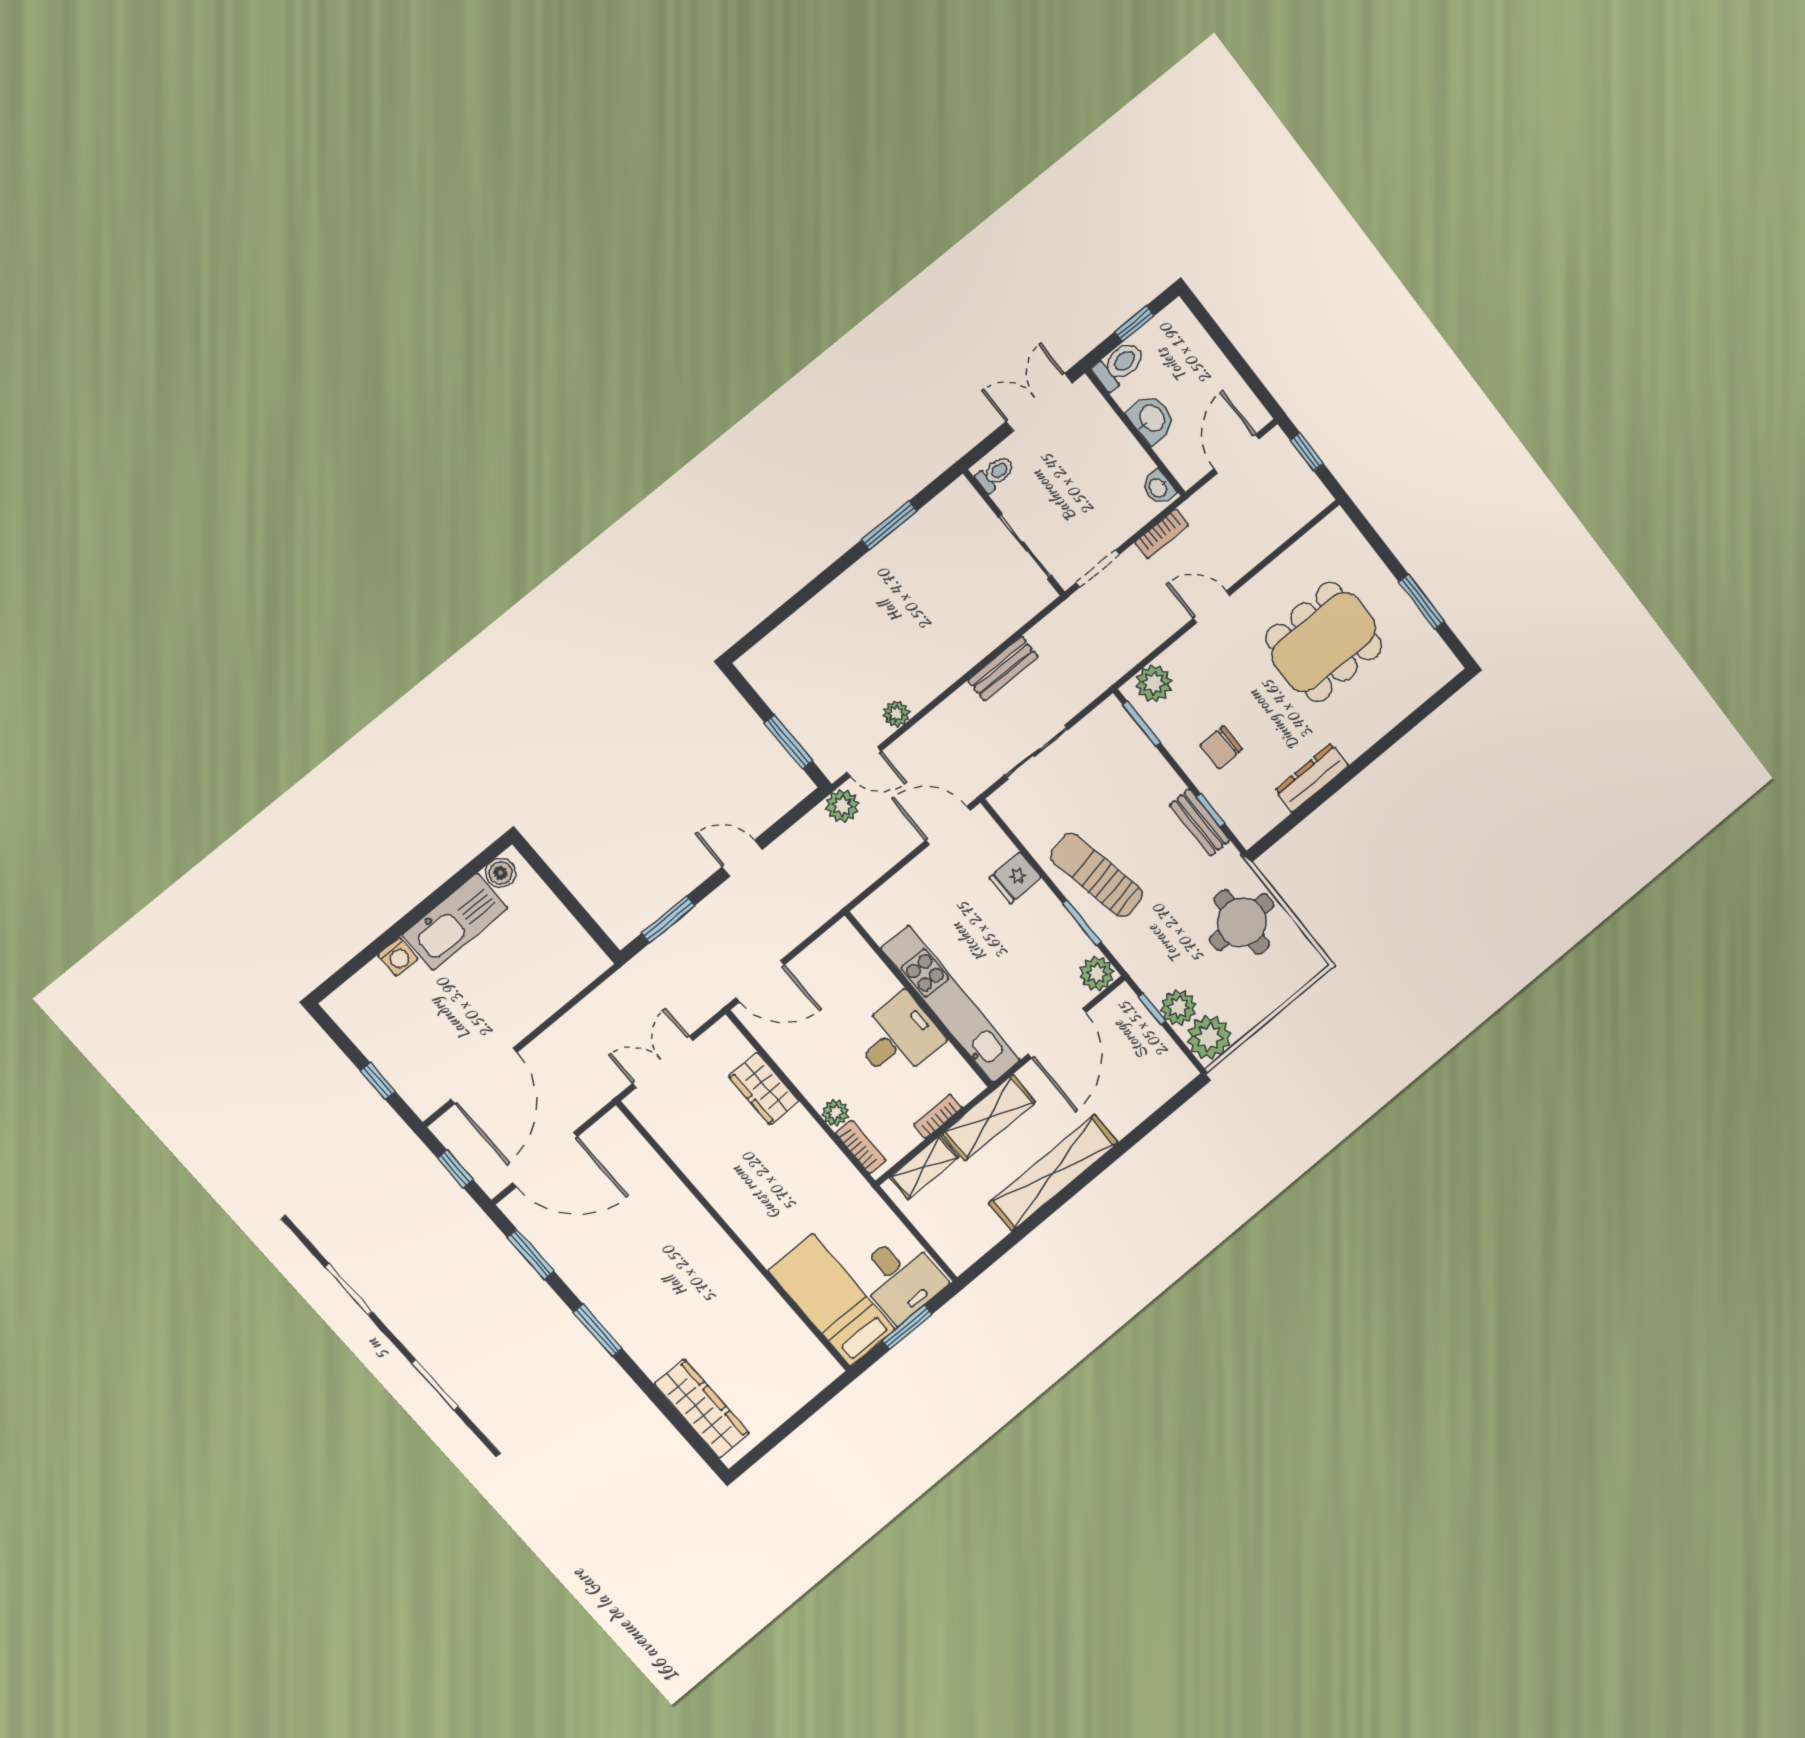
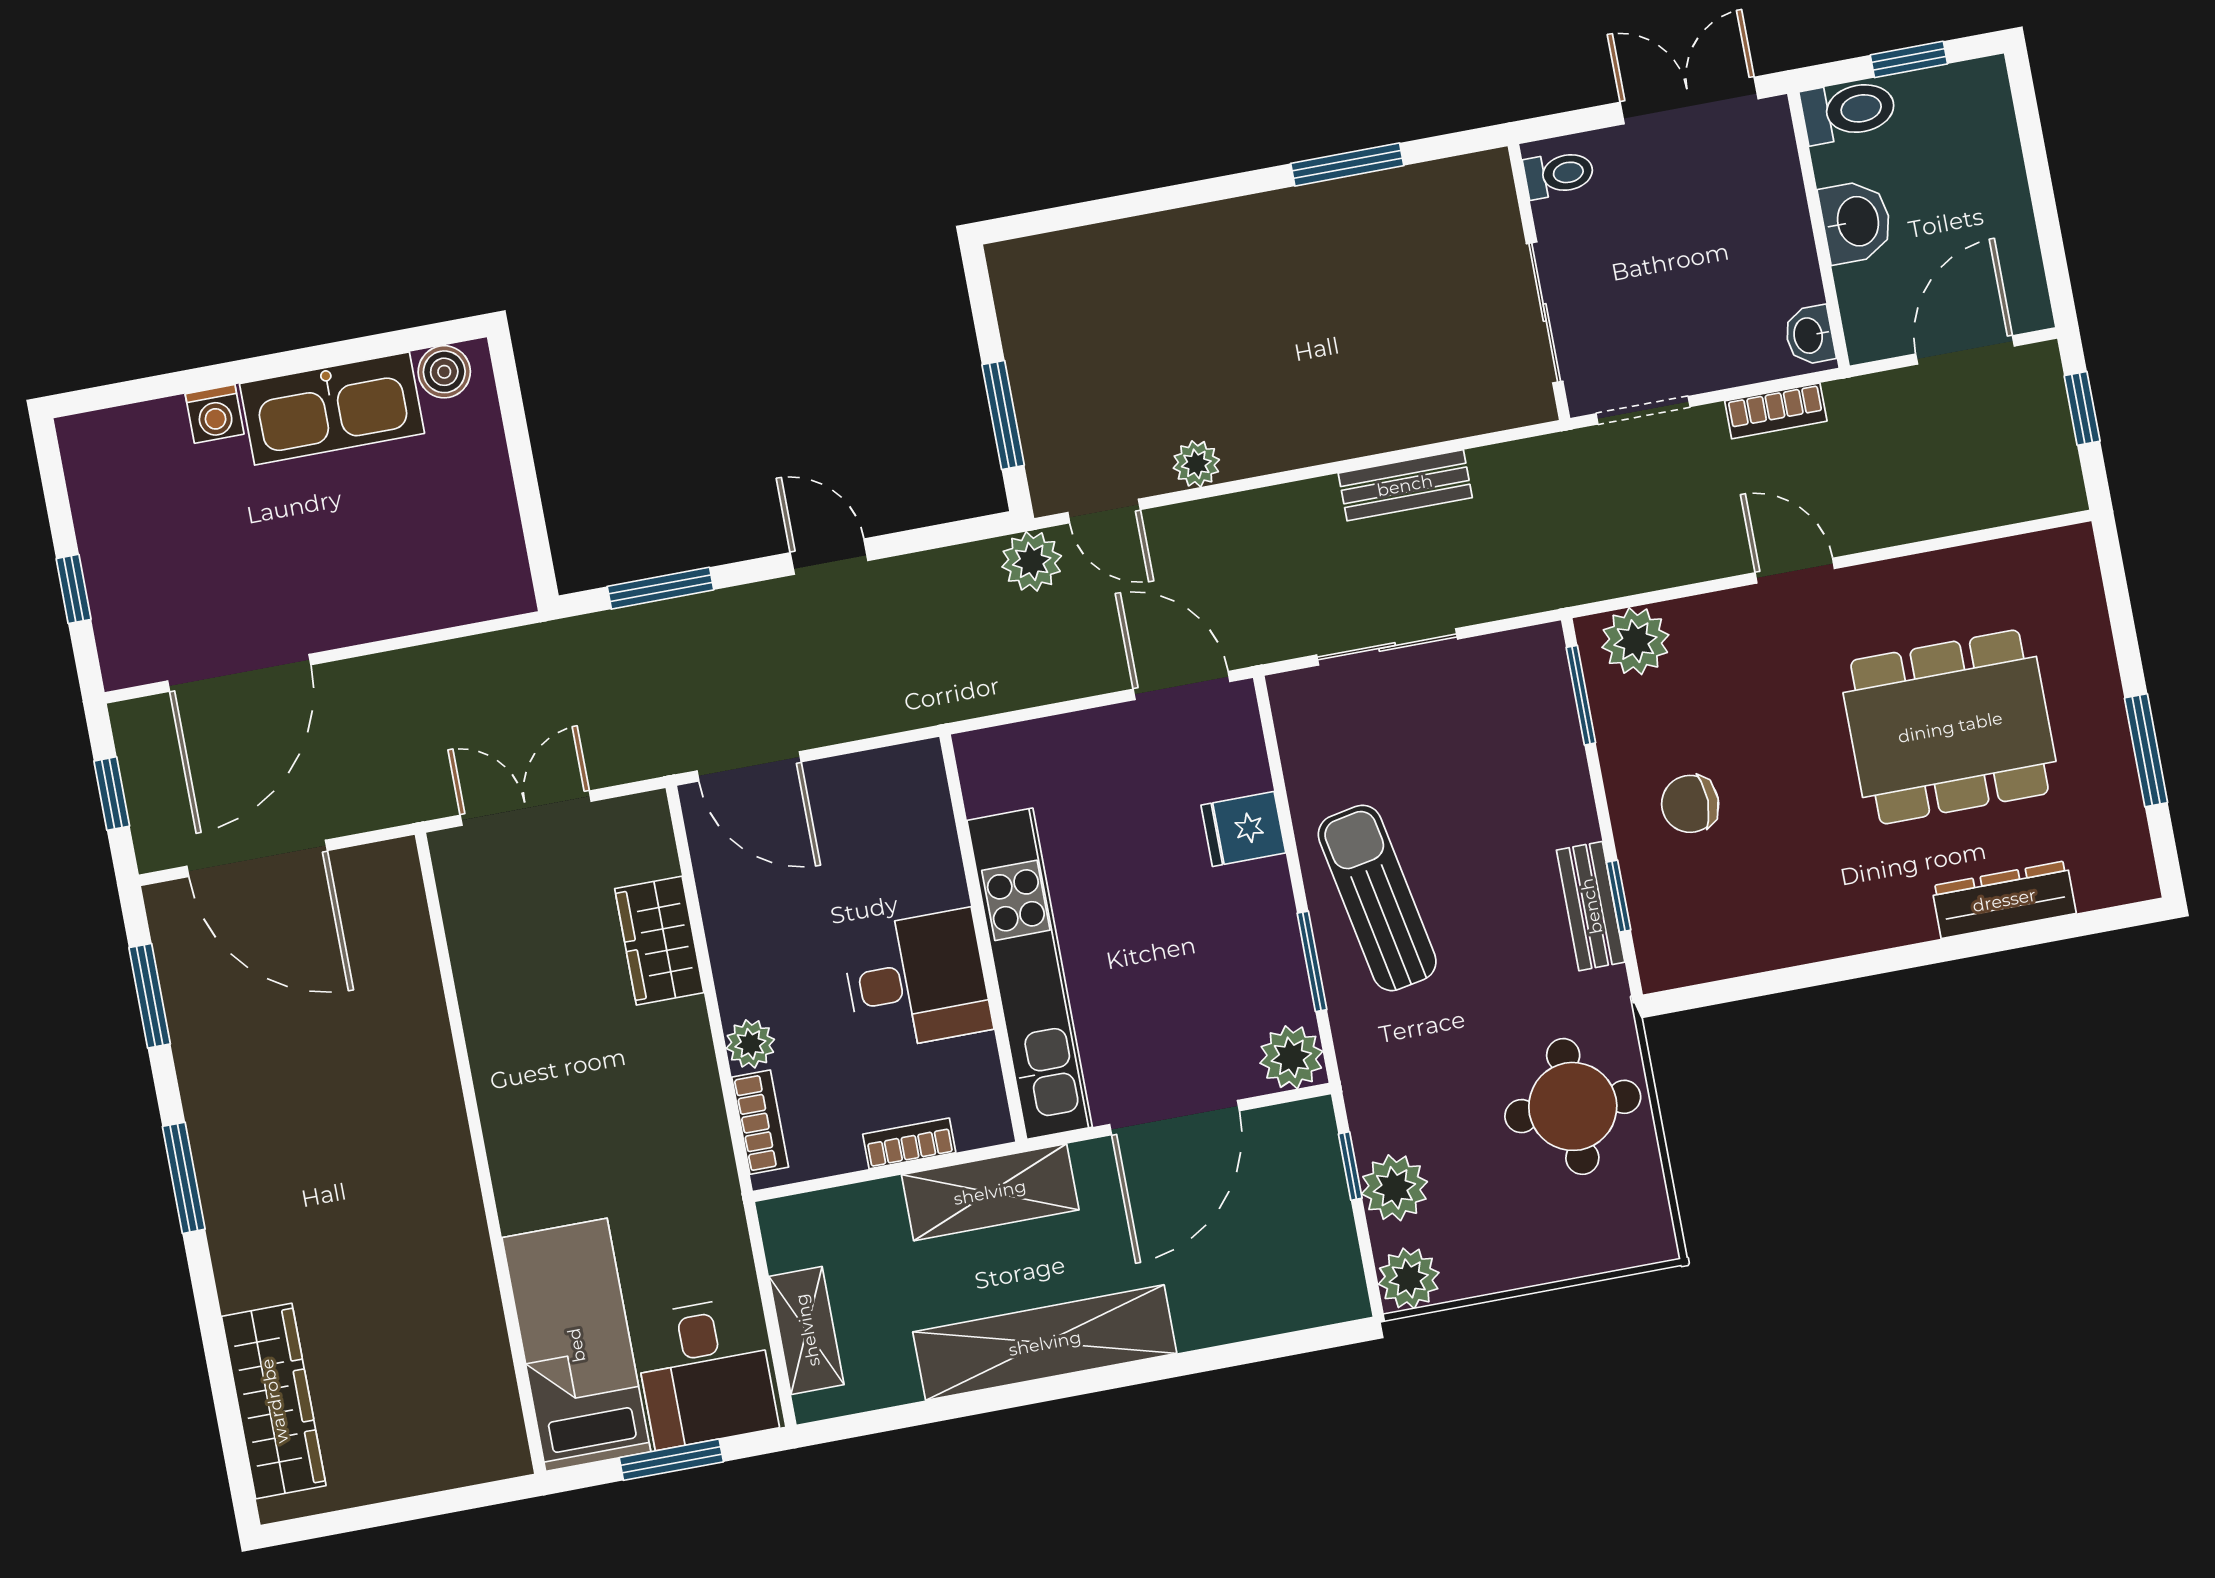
dresser: (1312, 778) -> (2004, 900), moved
plant: (1209, 1037) -> (1409, 1278), width x0.73, depth x0.73
shelving: (924, 1167) -> (807, 1330), moved, turned 90

